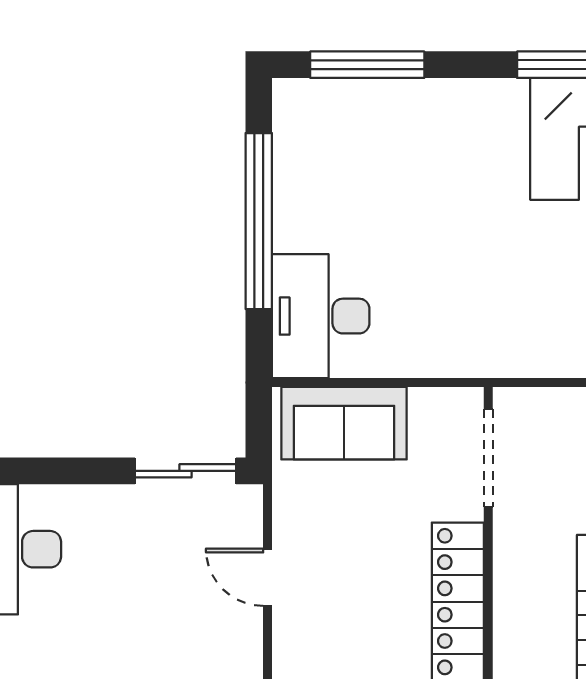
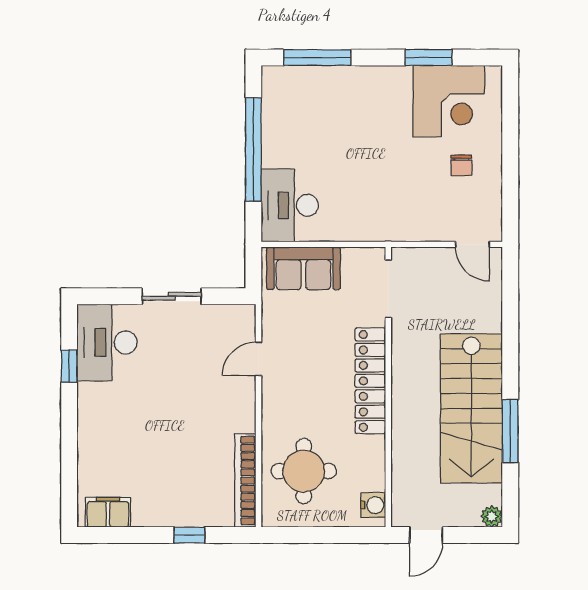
sliding door: (185, 471) -> (172, 296), moved
door: (268, 577) -> (259, 359), hinge flipped

